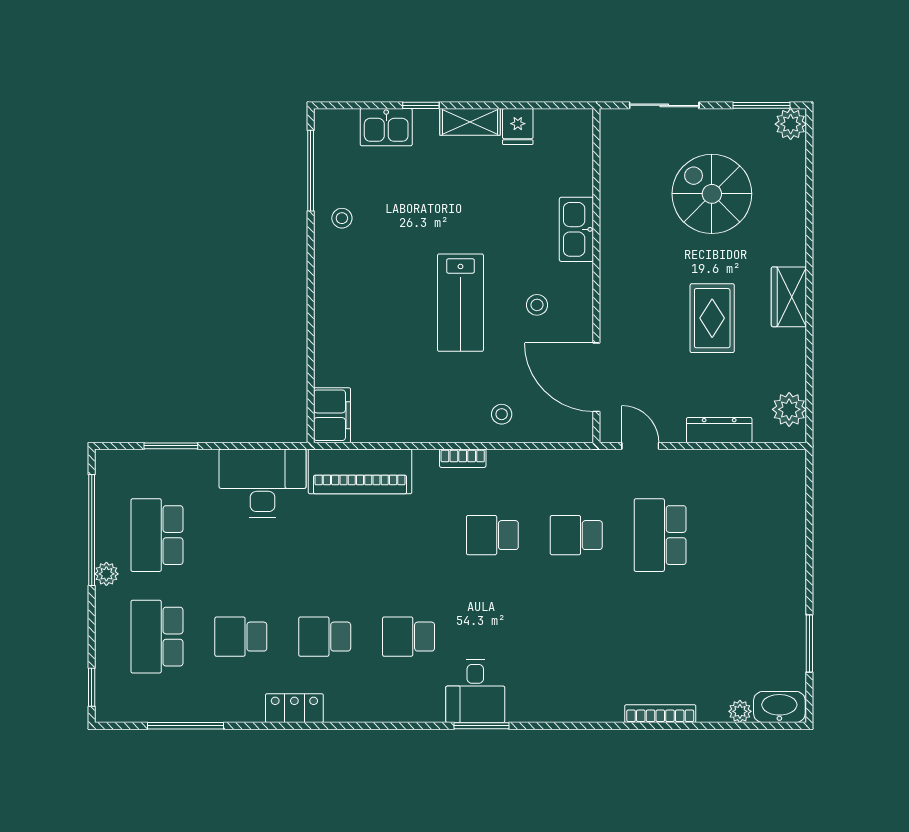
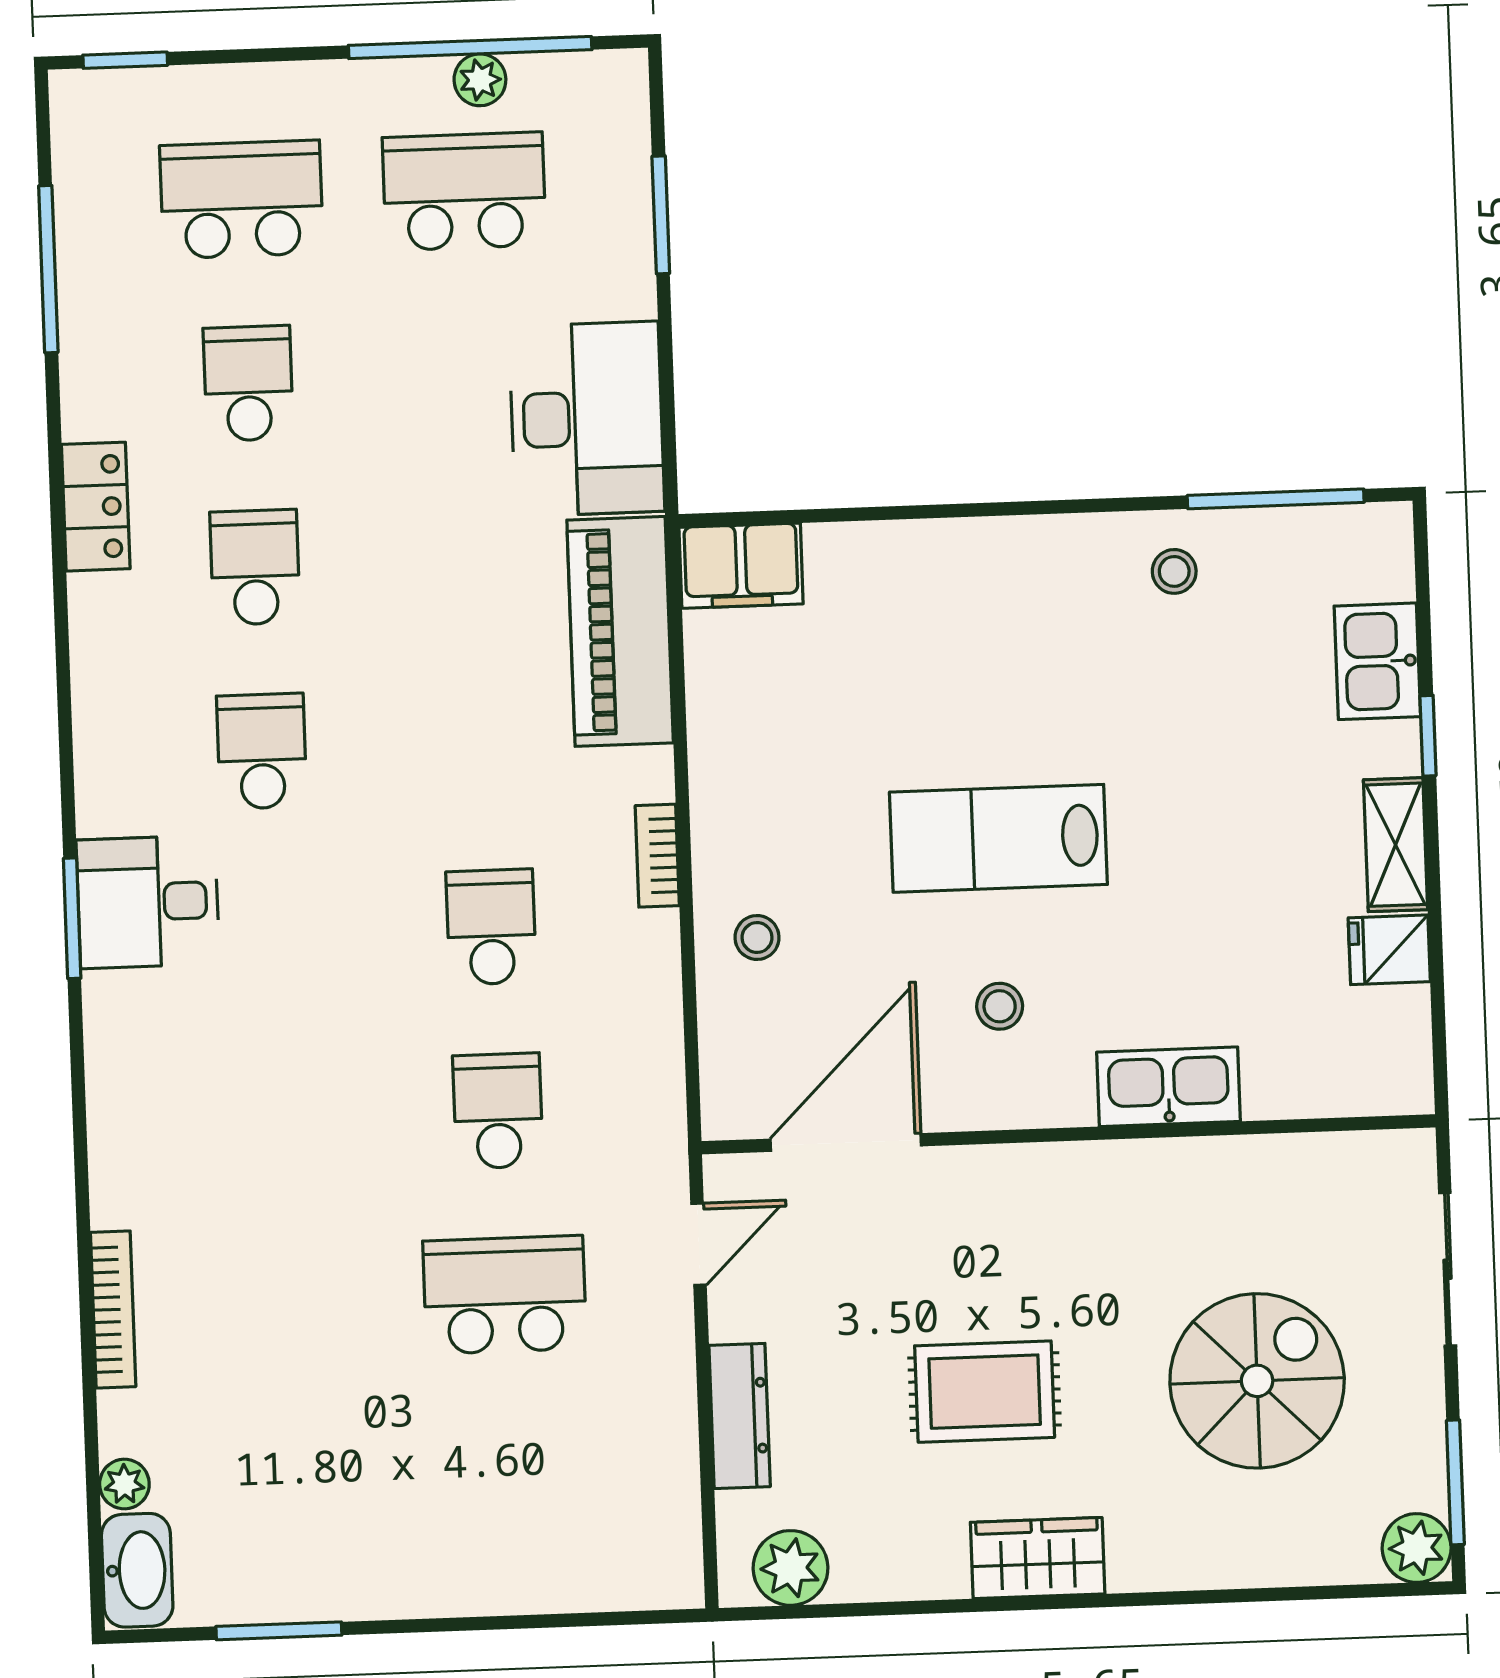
plant: (106, 574) -> (480, 80), moved

